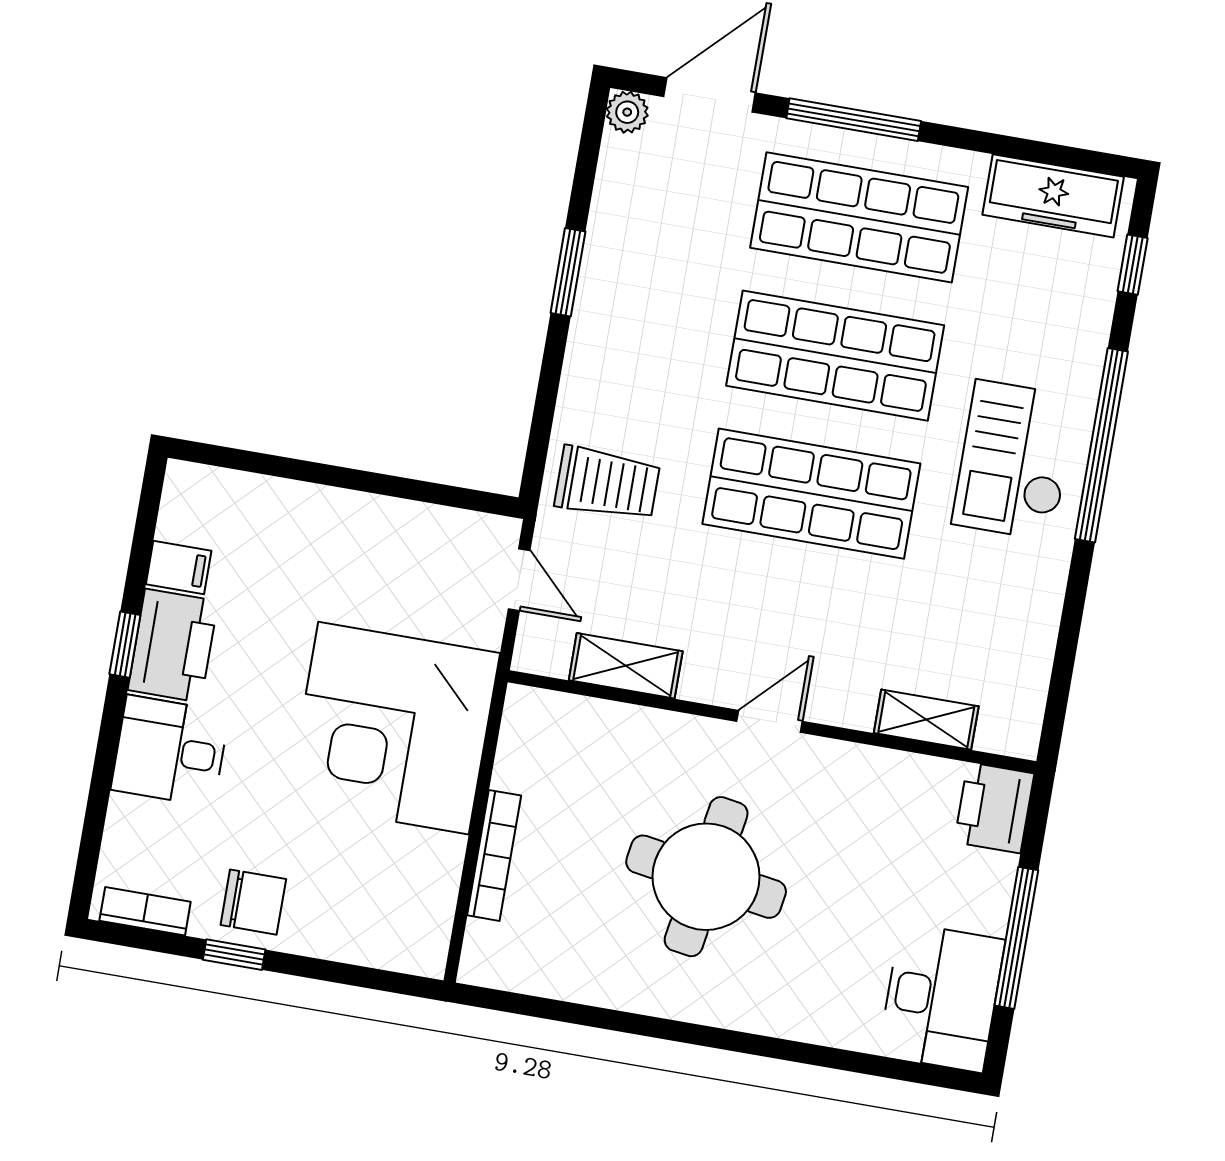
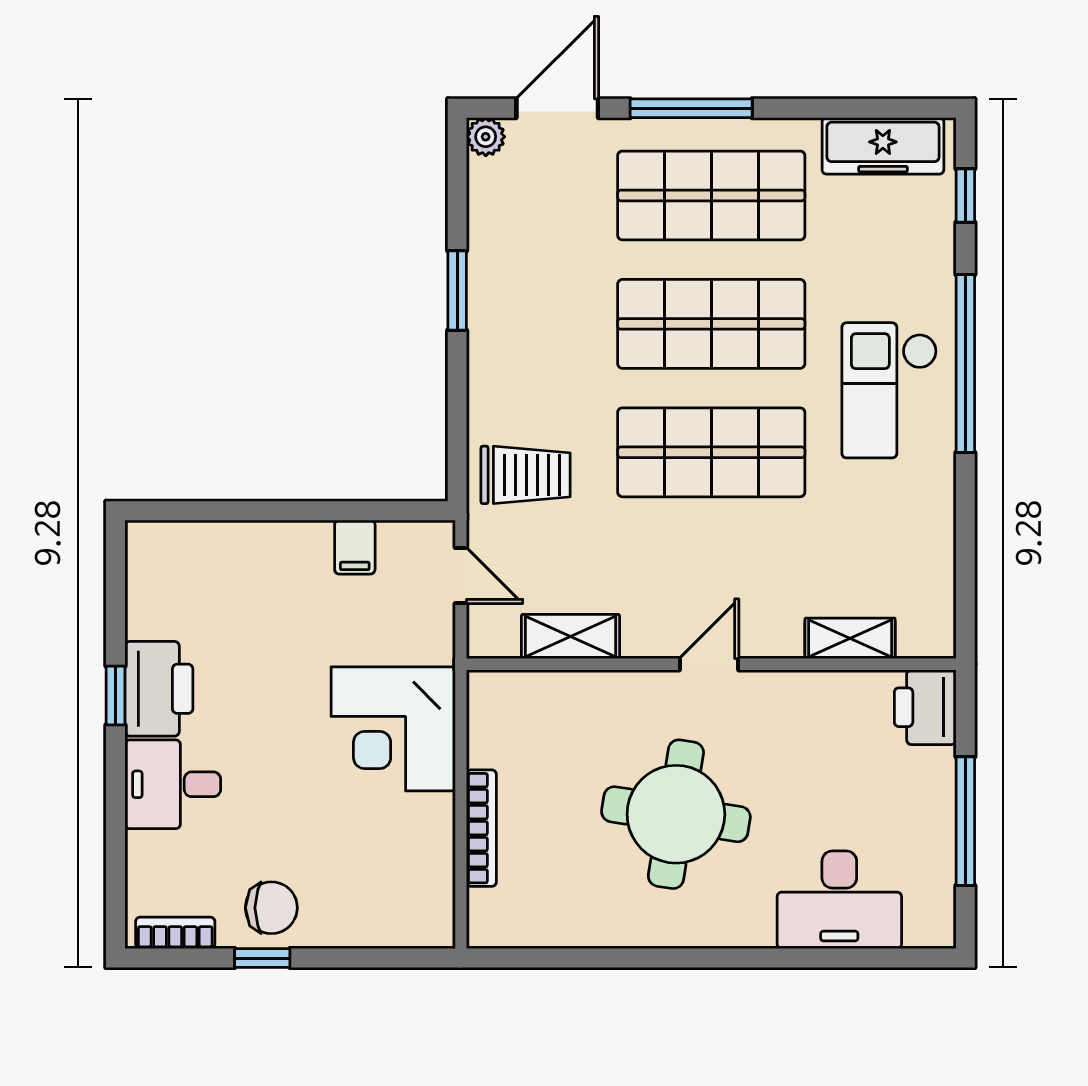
filing cabinet: (179, 567) -> (355, 547), moved, turned 90
corner desk: (394, 728) -> (393, 729), width x0.74, depth x0.74
desk: (941, 997) -> (839, 900), moved, turned 90

